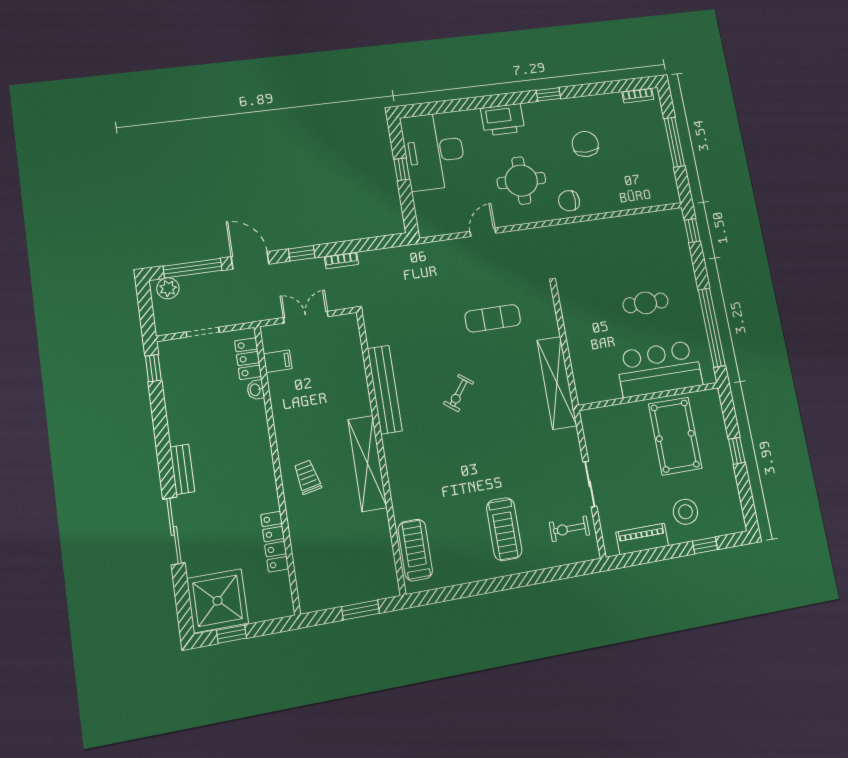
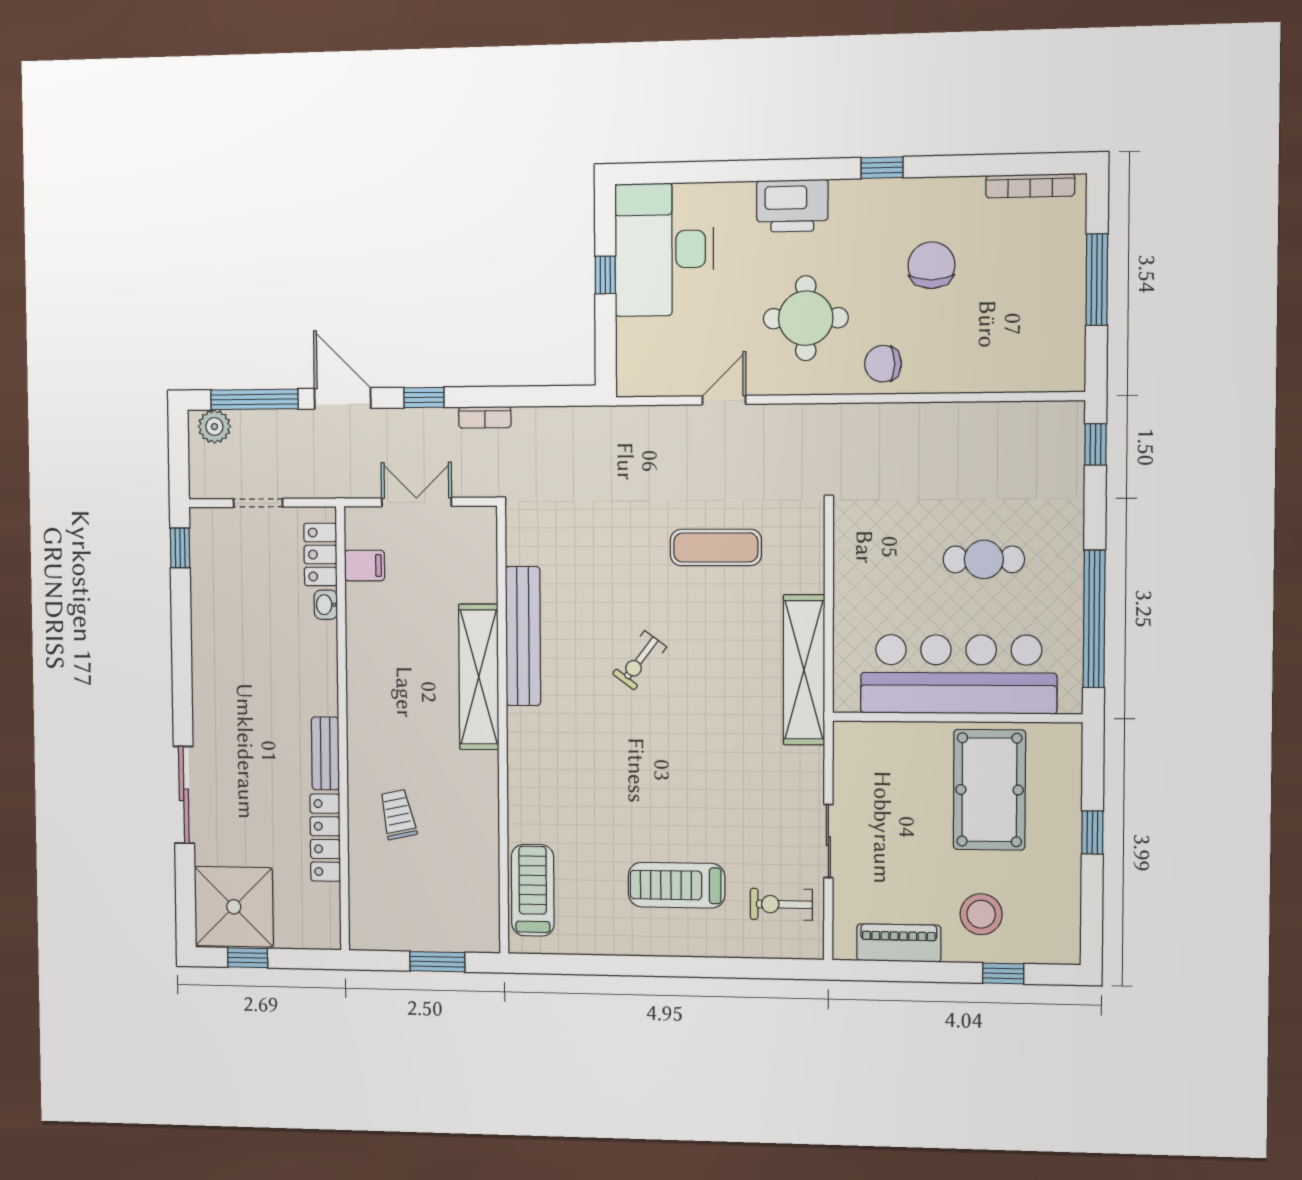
bookcase: (638, 95) -> (1030, 186), width x1.56
bar counter: (659, 369) -> (958, 674), width x1.36
shelving: (367, 463) -> (479, 677), moved
bench: (182, 469) -> (325, 753), moved
trolley: (307, 477) -> (398, 814), moved
treadmill: (504, 529) -> (676, 885), turned 90

